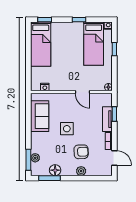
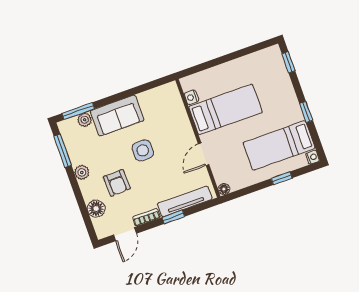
bed: (41, 44) -> (226, 109), moved, turned 180
window: (114, 114) -> (173, 217), moved
sofa: (40, 116) -> (117, 116), moved
tv unit: (107, 119) -> (185, 201), width x1.41
floor lamp: (55, 170) -> (96, 209), moved
plant: (81, 171) -> (82, 172), moved

